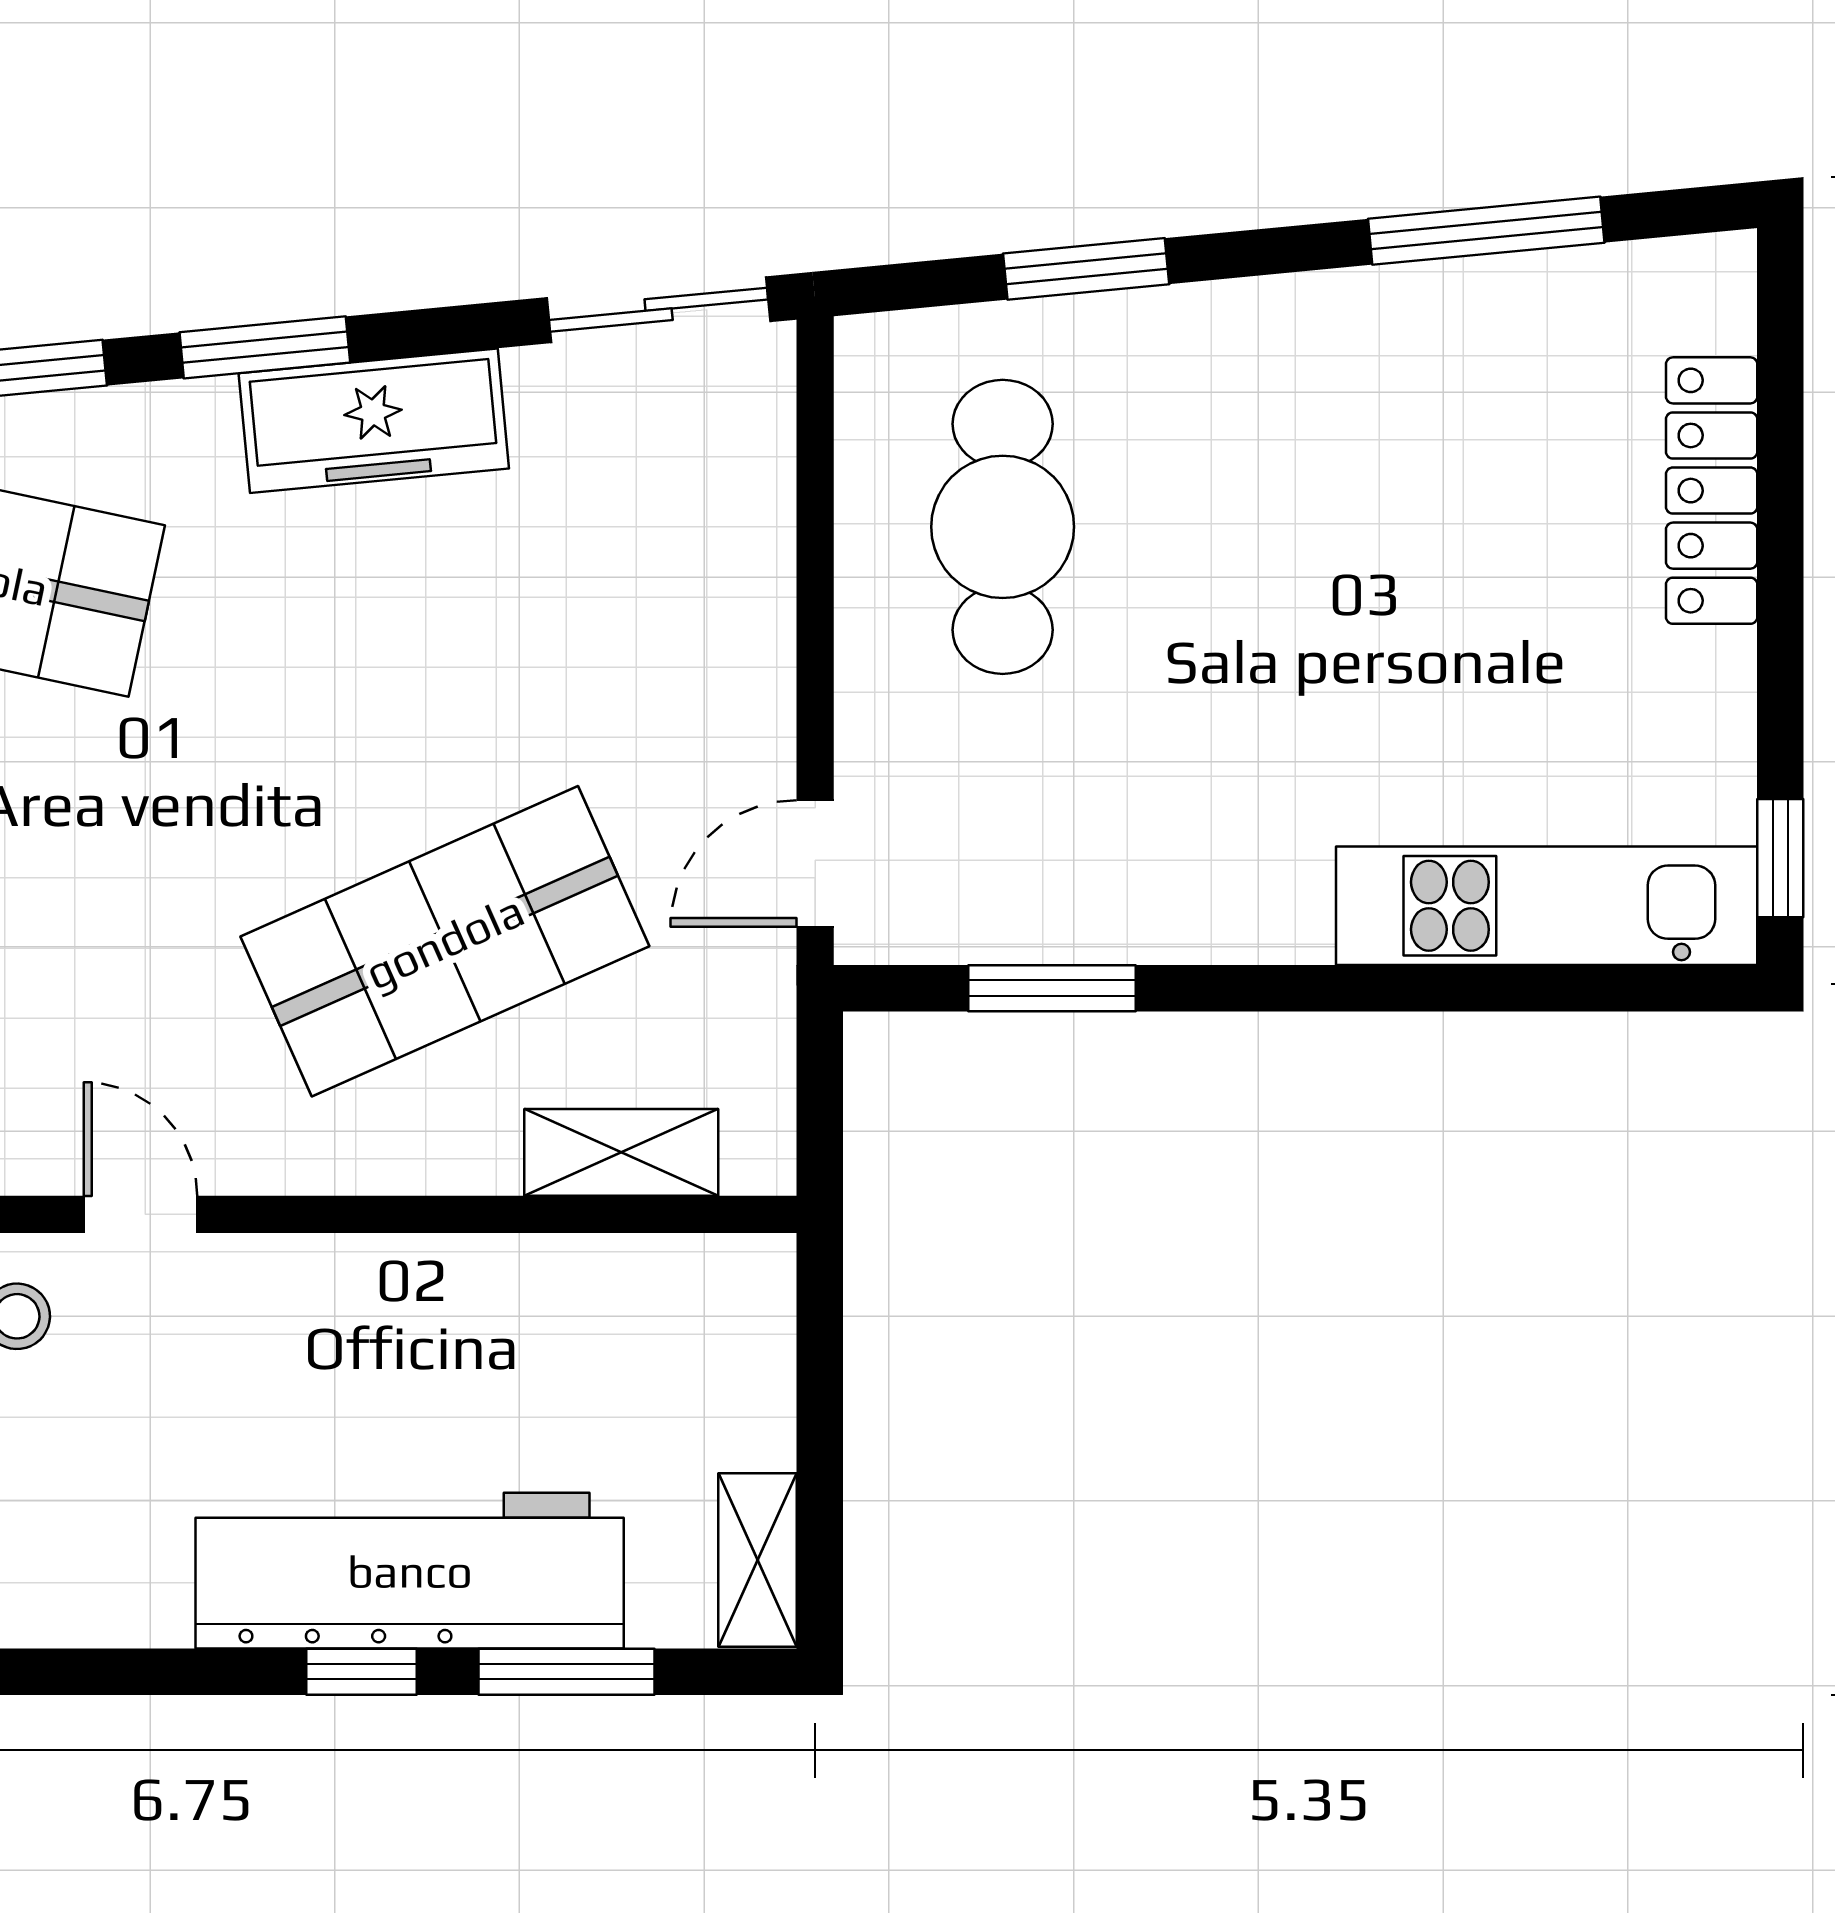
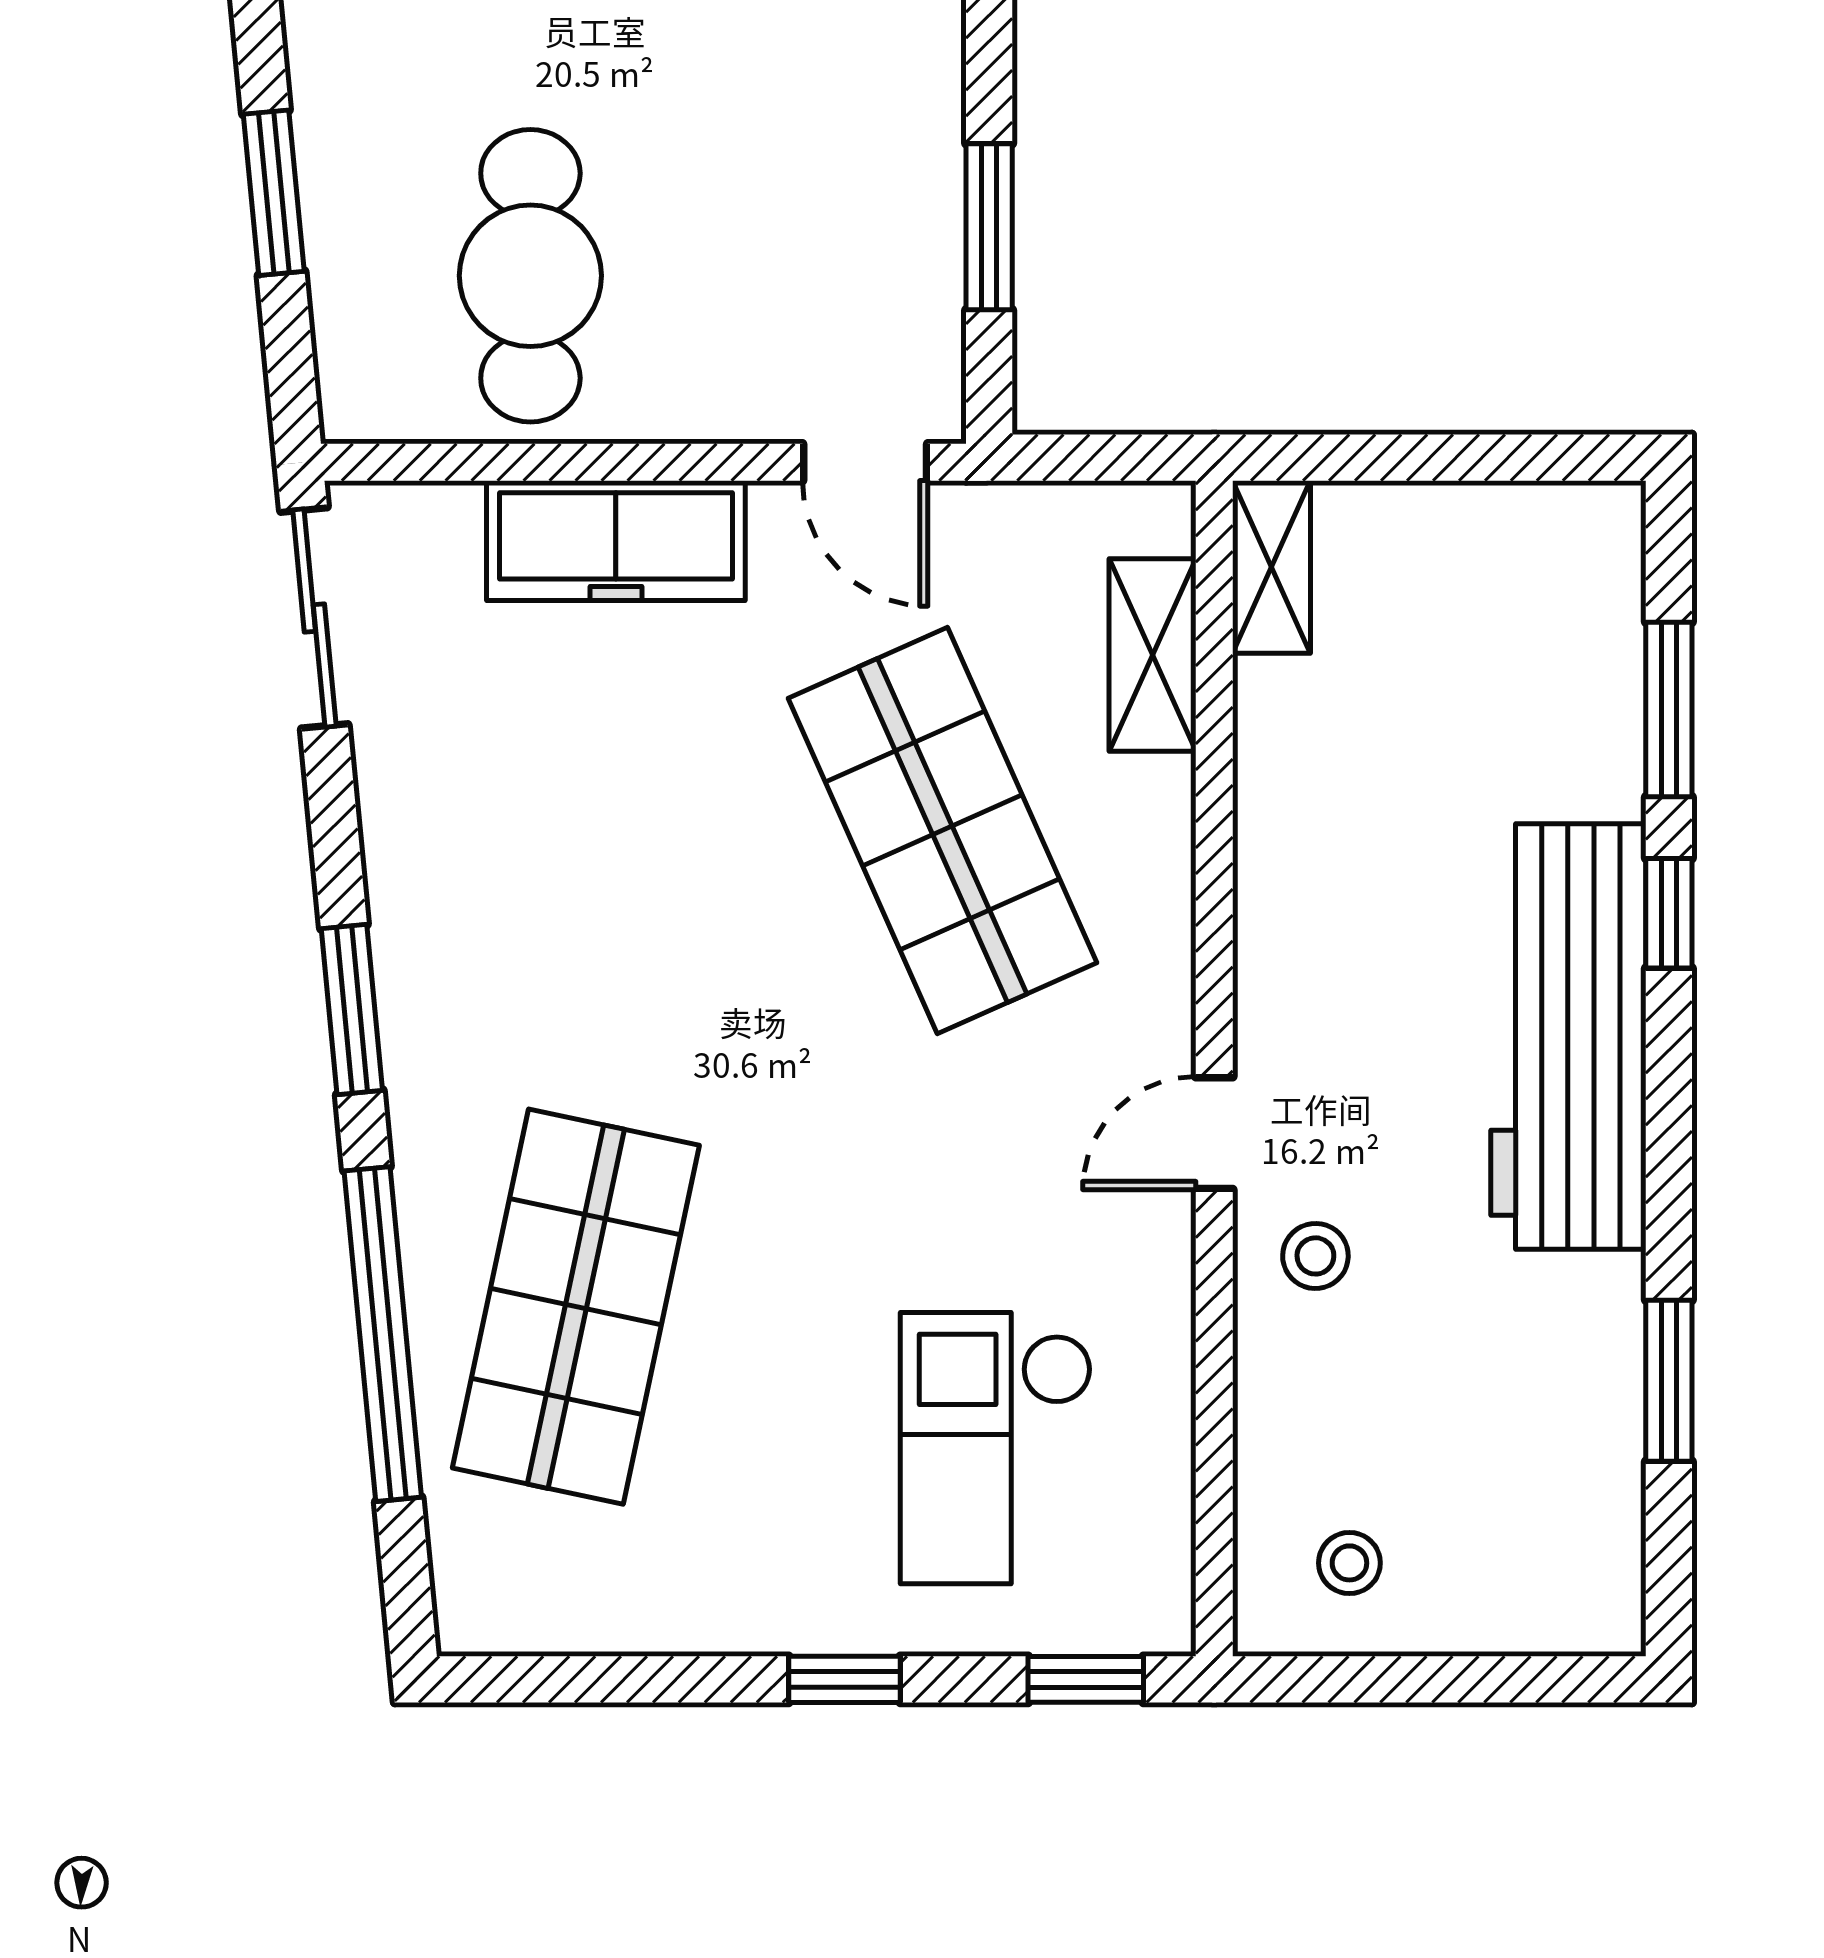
freezer: (374, 421) -> (616, 541), moved, turned 95
cafe table: (1003, 527) -> (530, 276), turned 90
shelving: (757, 1560) -> (1271, 567), moved, turned 90
workbench: (410, 1571) -> (1568, 1037), moved

